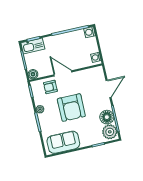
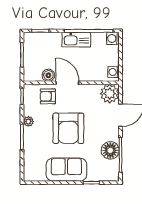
kitchen sink: (33, 46) -> (76, 40), moved
boiler: (33, 74) -> (48, 75), moved
plant: (110, 132) -> (110, 94), moved
sofa: (63, 142) -> (66, 170), moved

